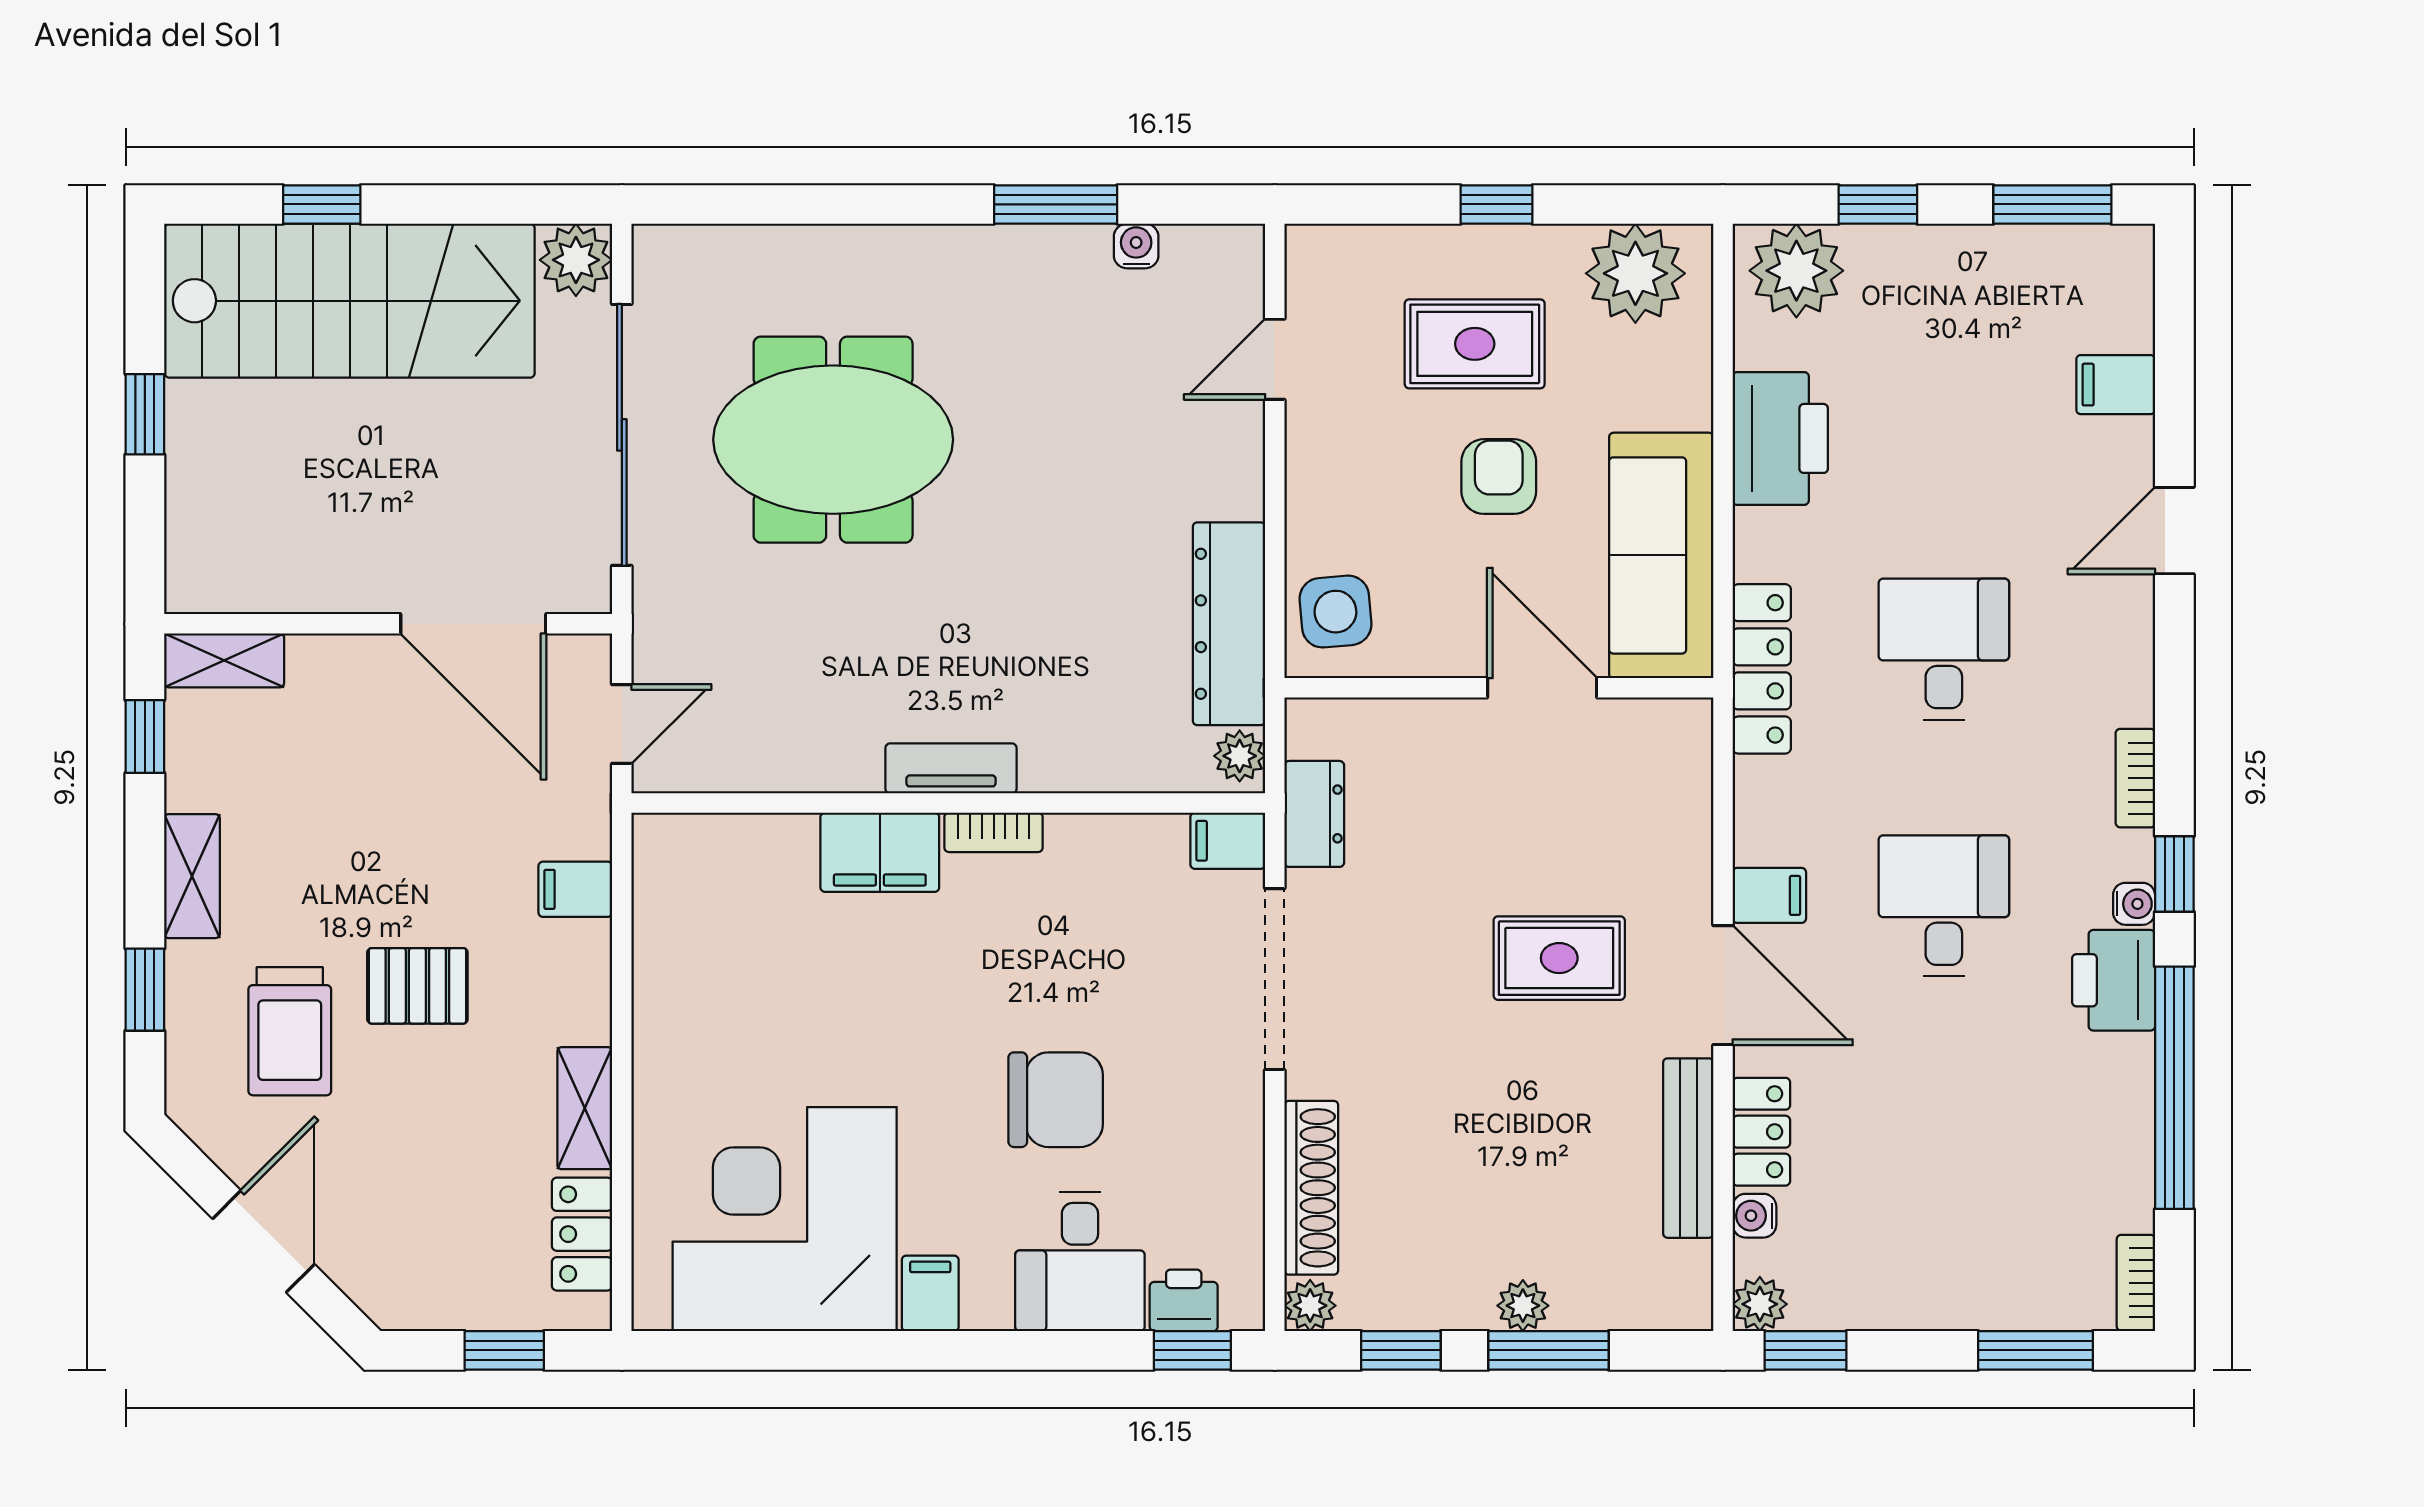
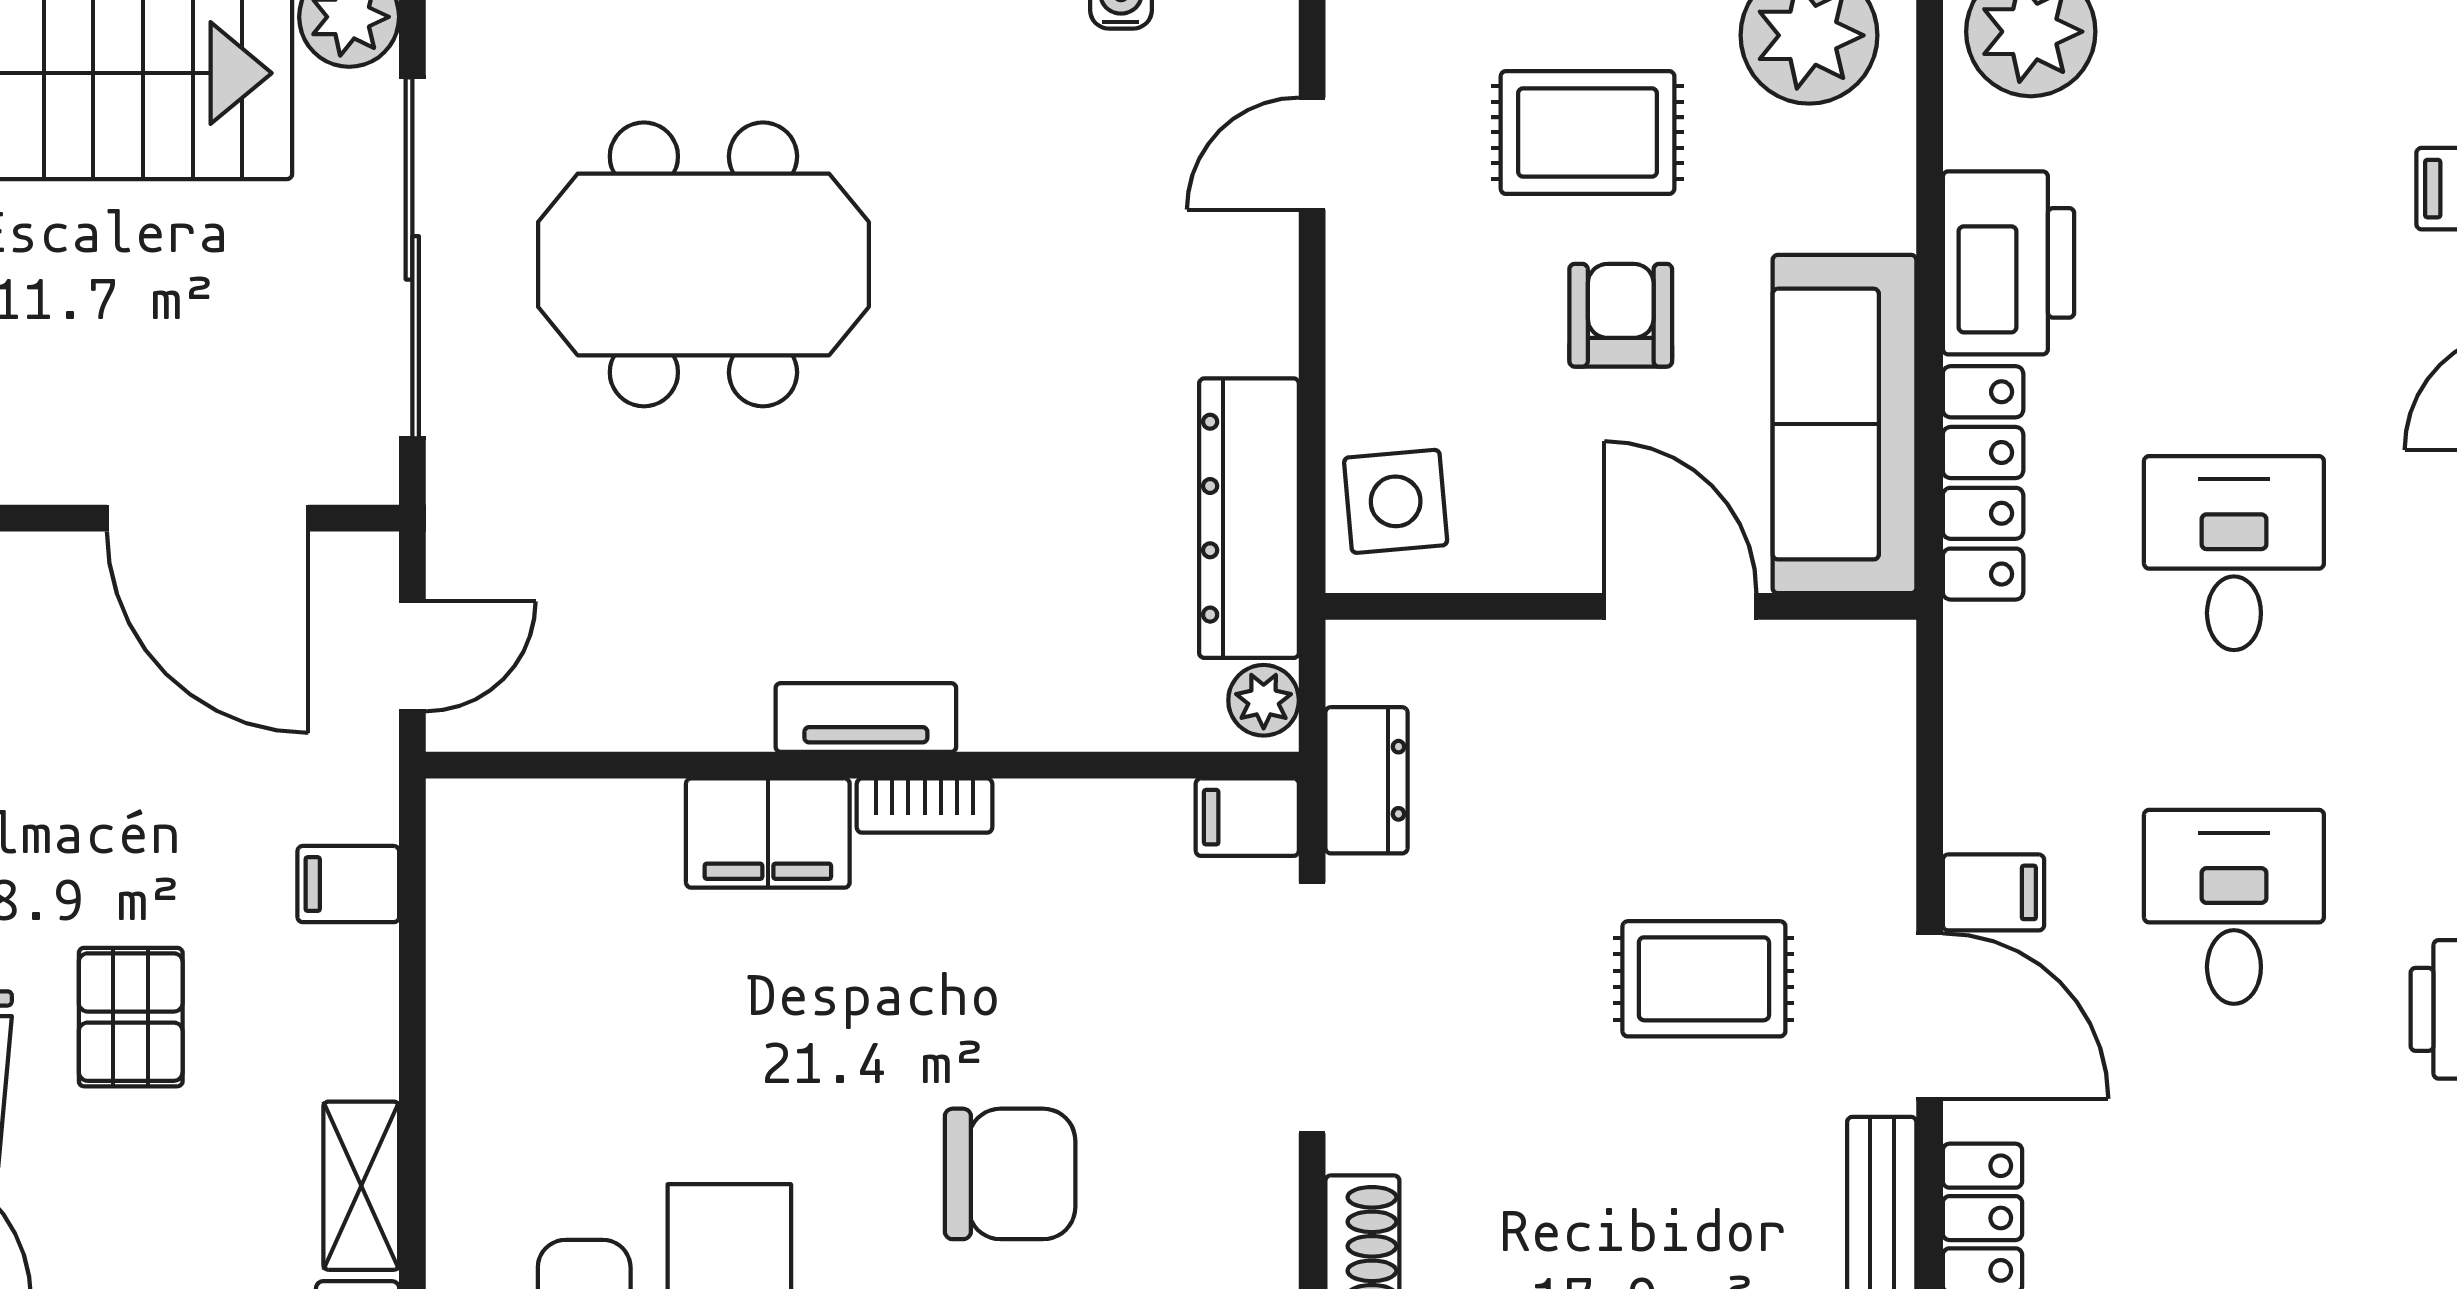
locker: (1762, 669) -> (1983, 483), moved
pallet: (417, 986) -> (131, 1017), turned 90

